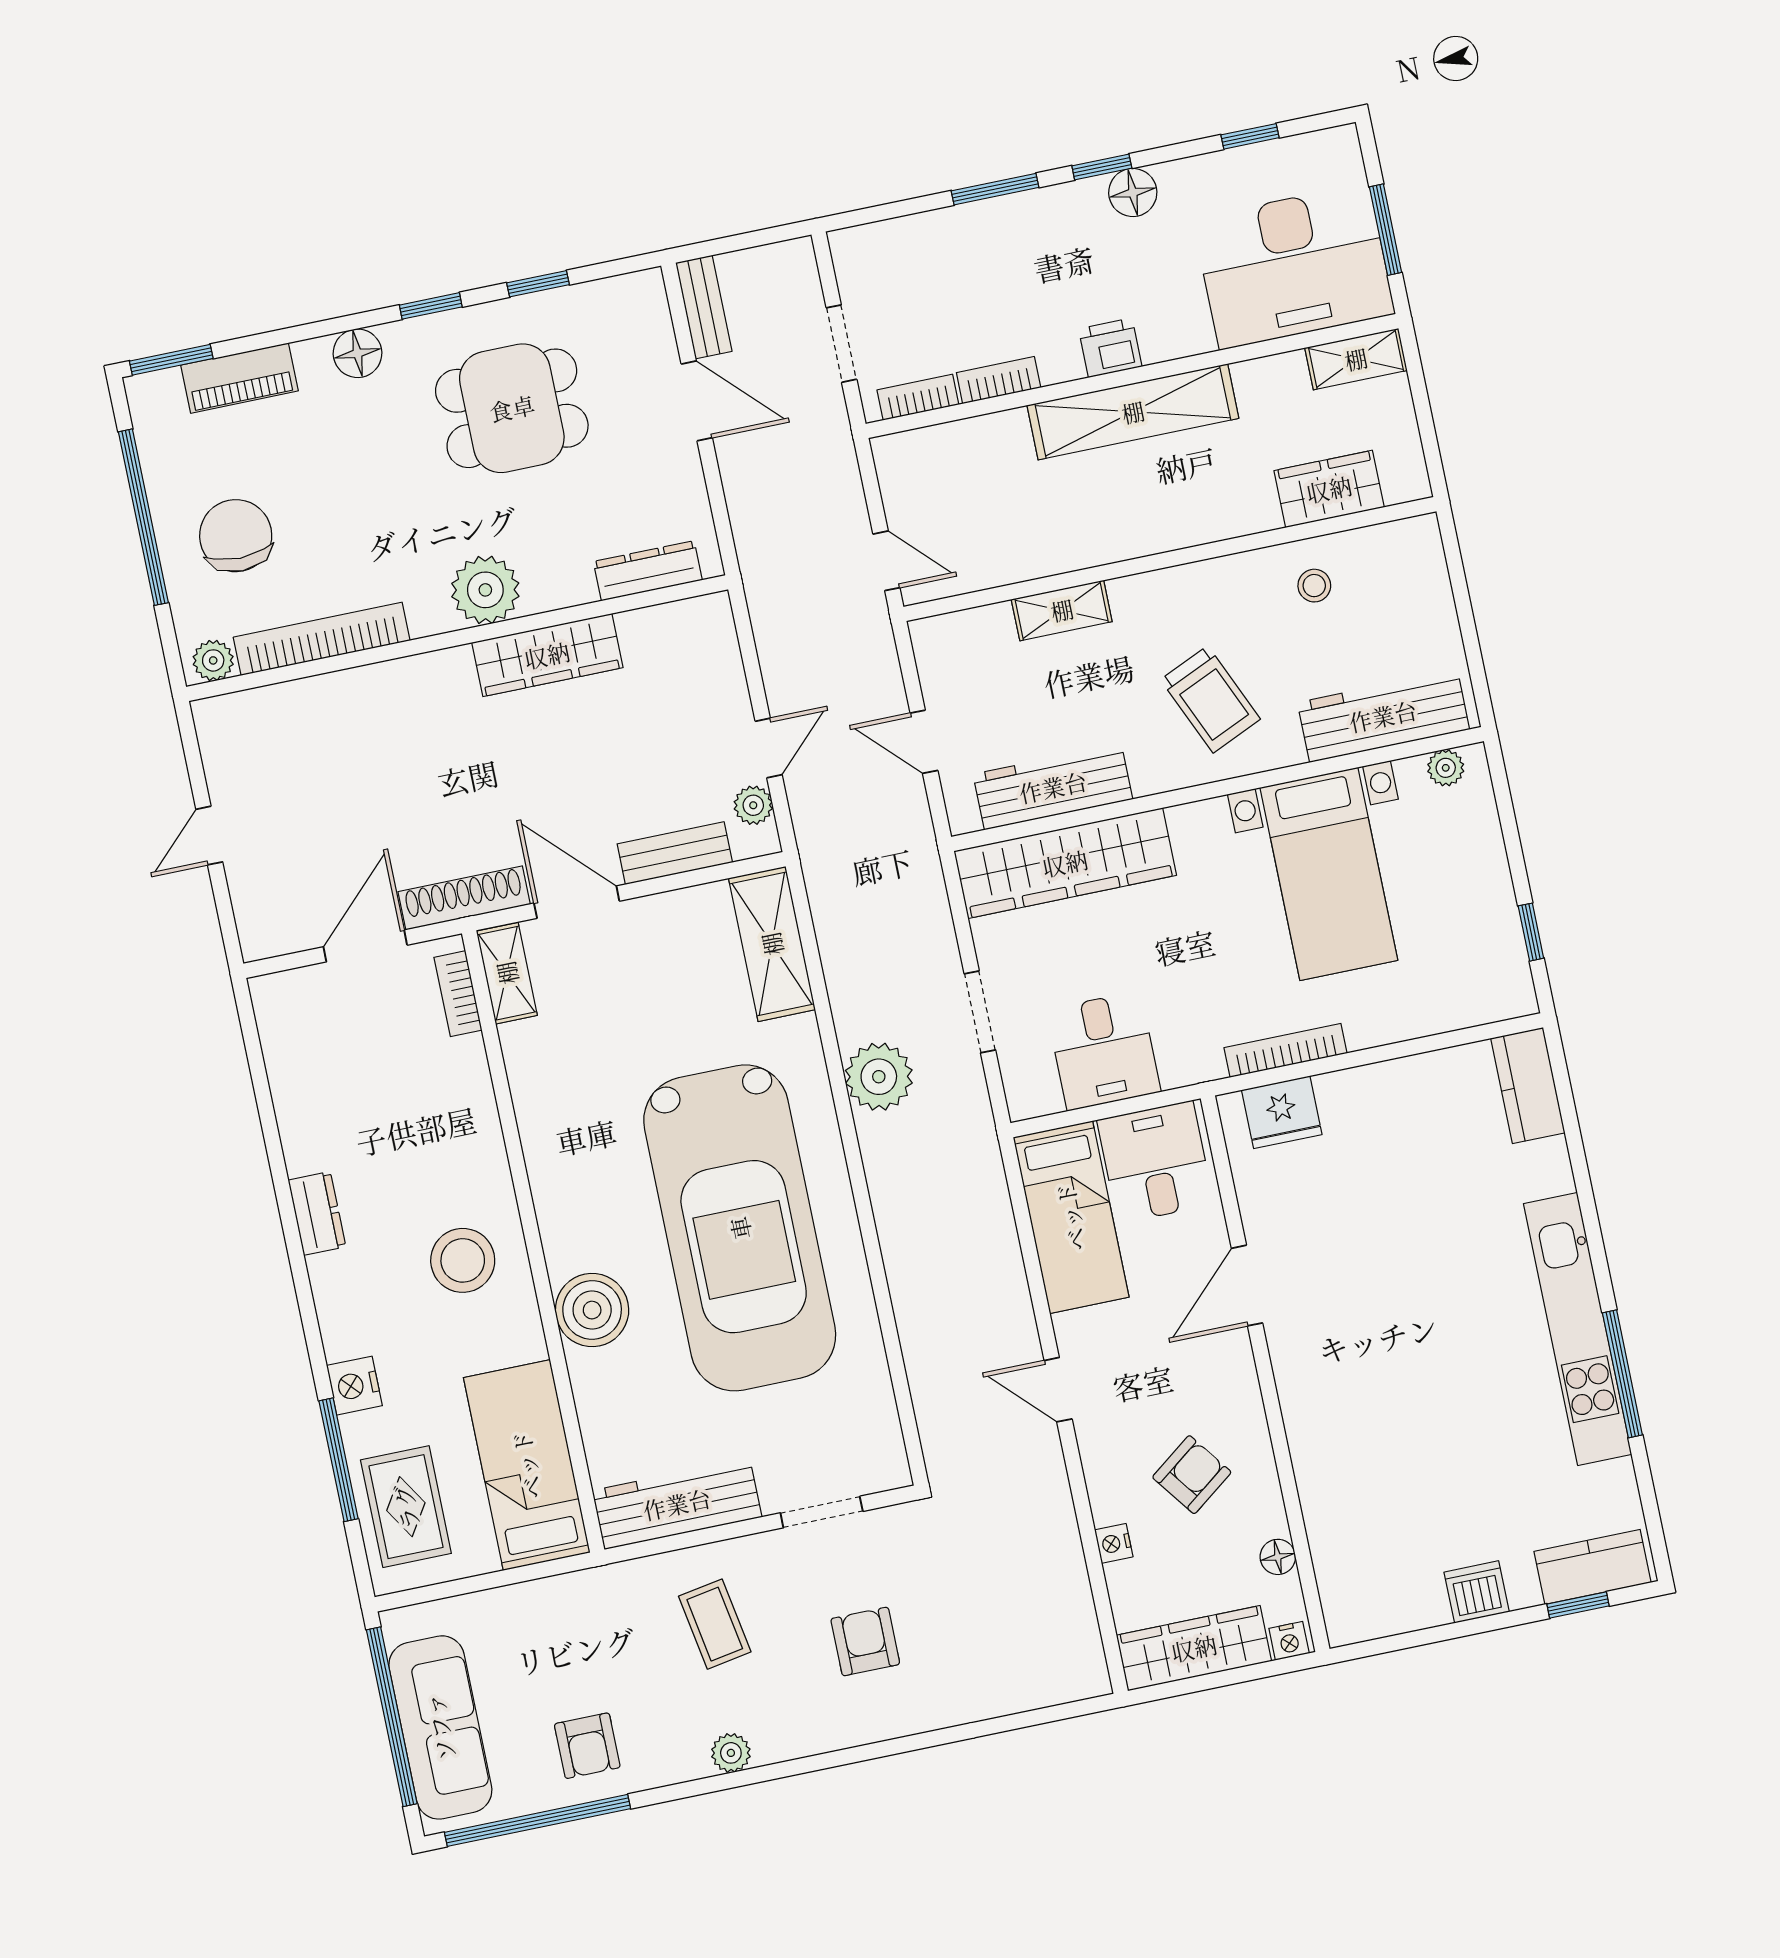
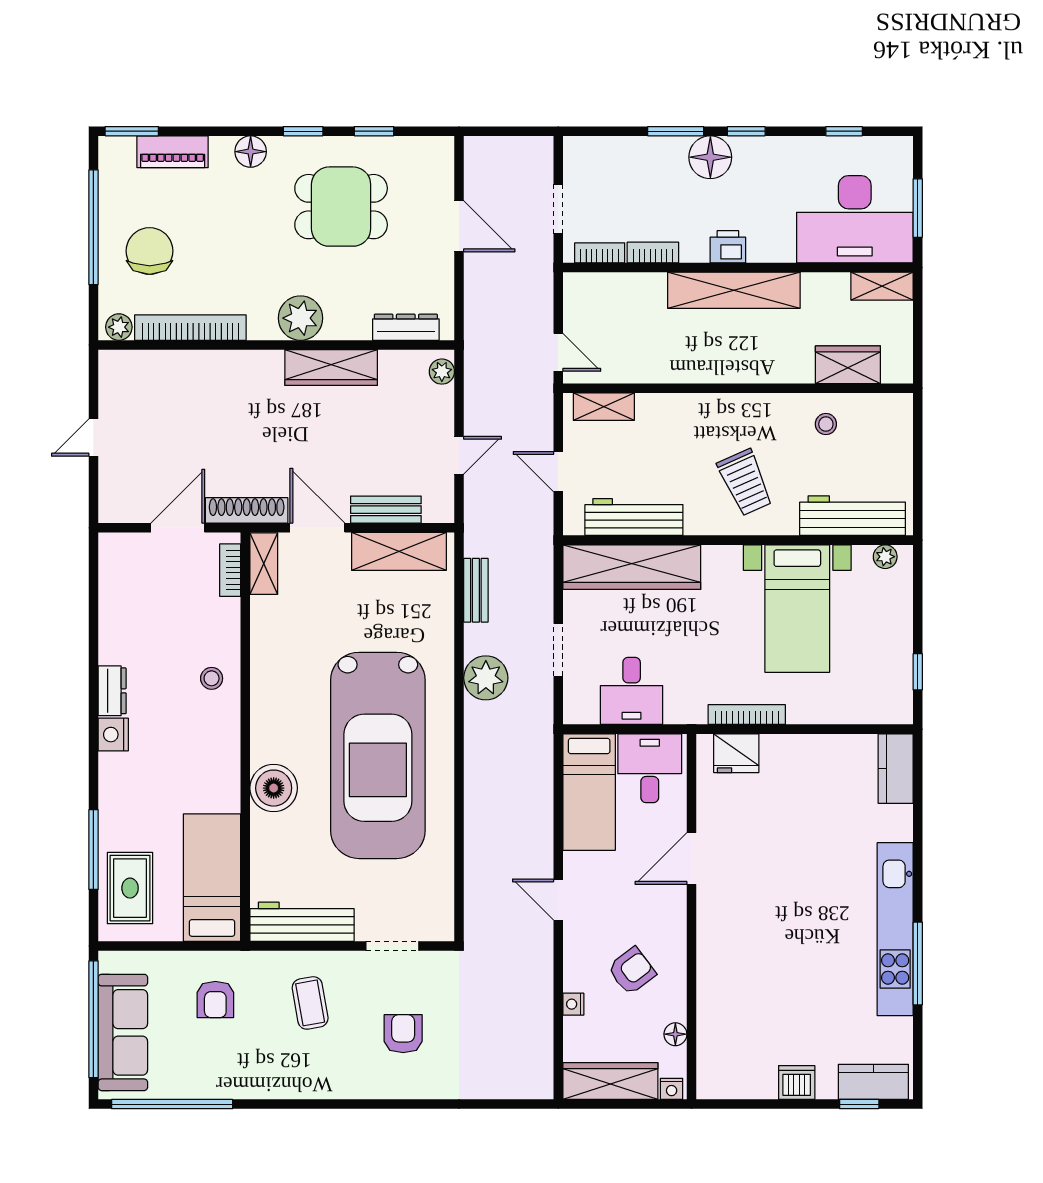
floor lamp: (1133, 193) -> (710, 157), moved, width x1.38, depth x1.38
bench: (704, 307) -> (476, 590), moved
shelving: (1062, 610) -> (604, 407), moved
plant: (753, 805) -> (442, 372), moved
shelving: (772, 944) -> (399, 551), moved, turned 90
stool: (463, 1260) -> (212, 678), moved, width x0.53, depth x0.53
nightstand: (354, 1386) -> (113, 735), moved
armchair: (587, 1746) -> (215, 1000), moved
plant: (731, 1753) -> (303, 1087), removed

